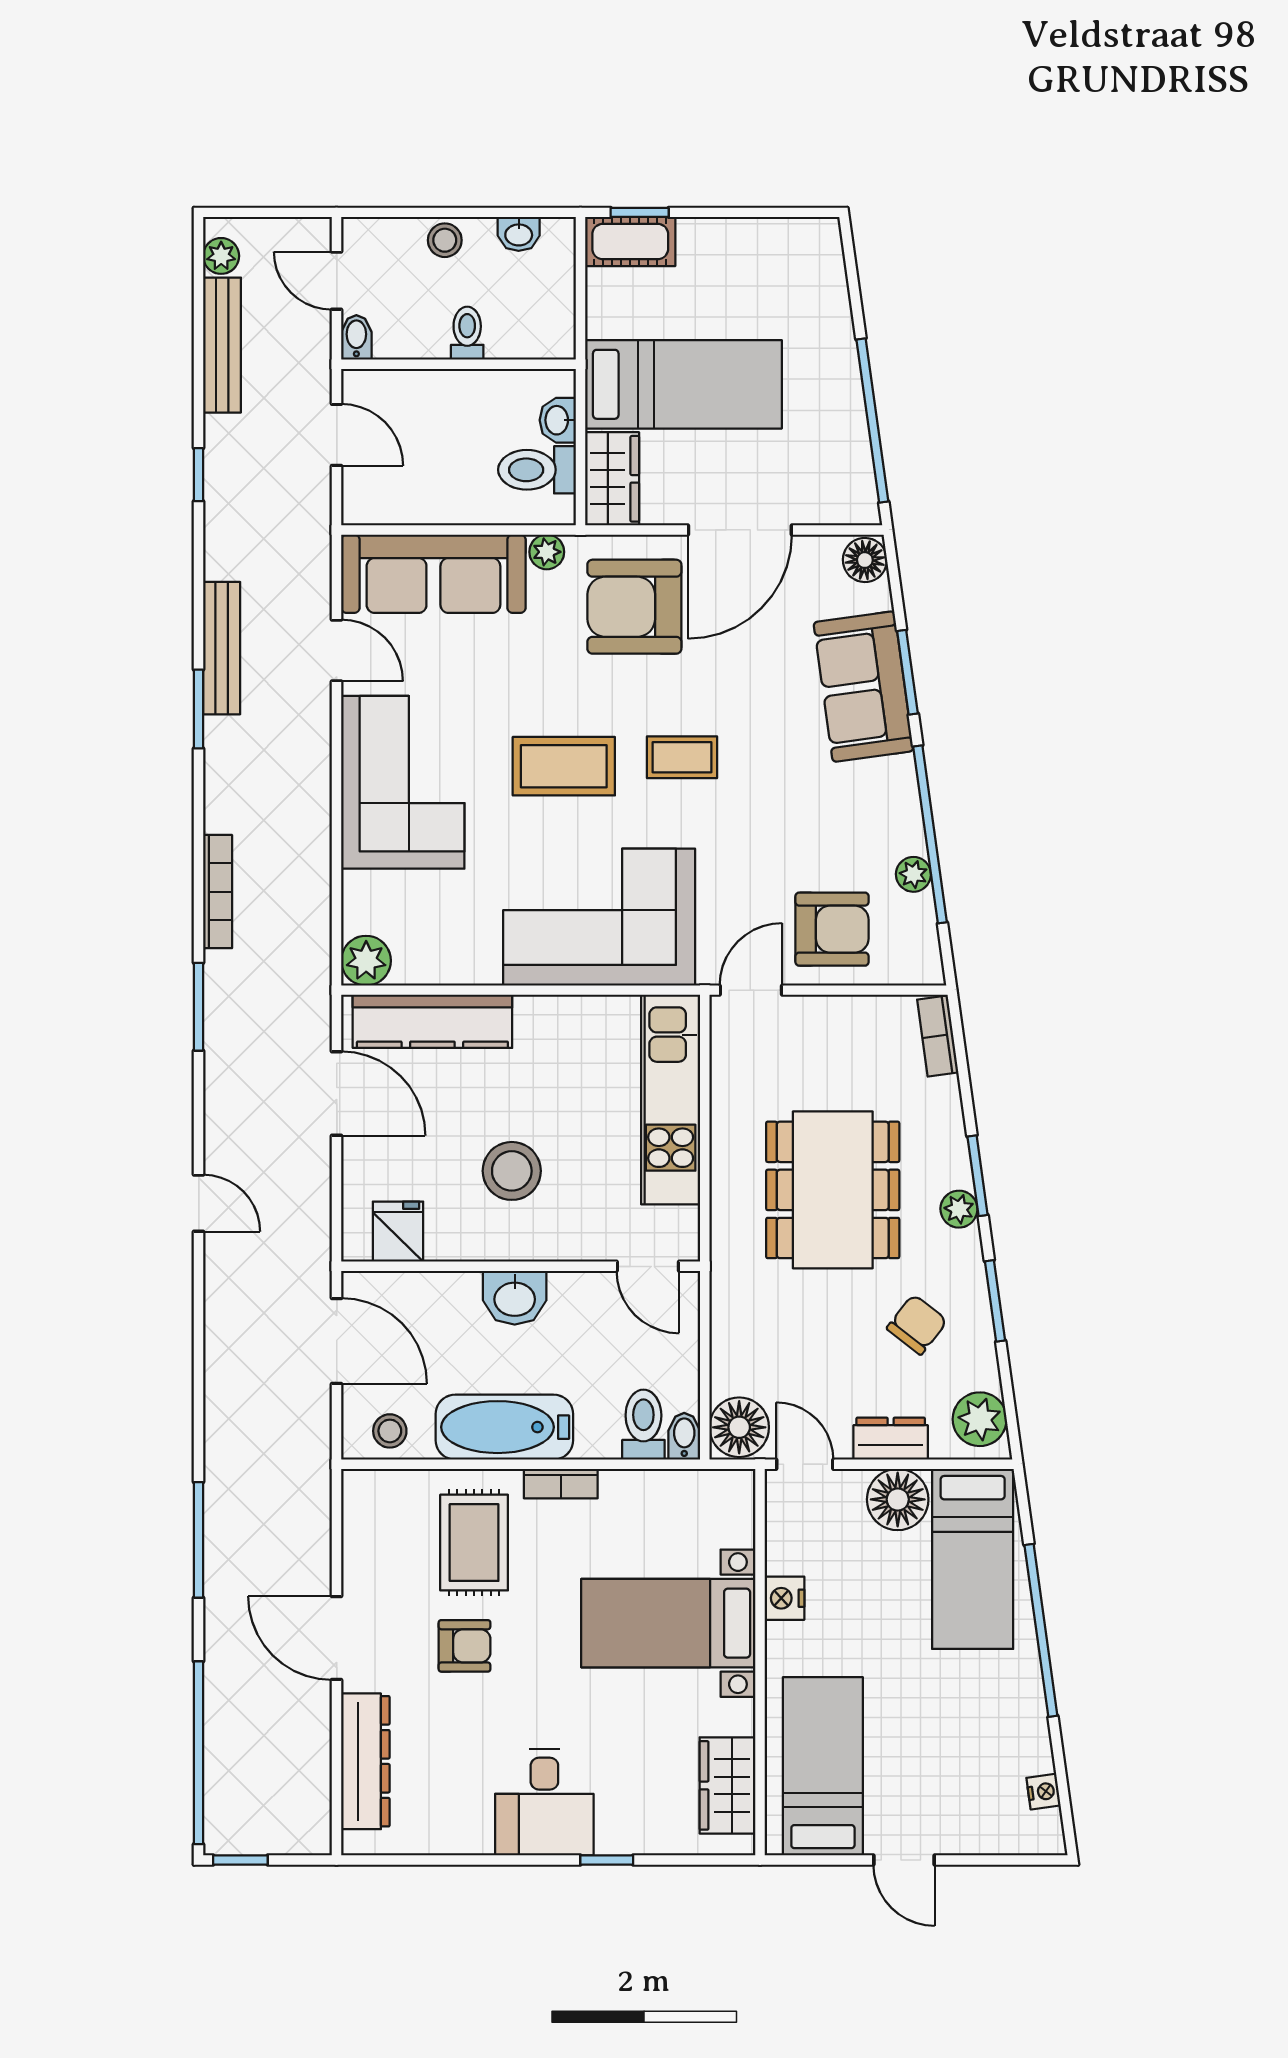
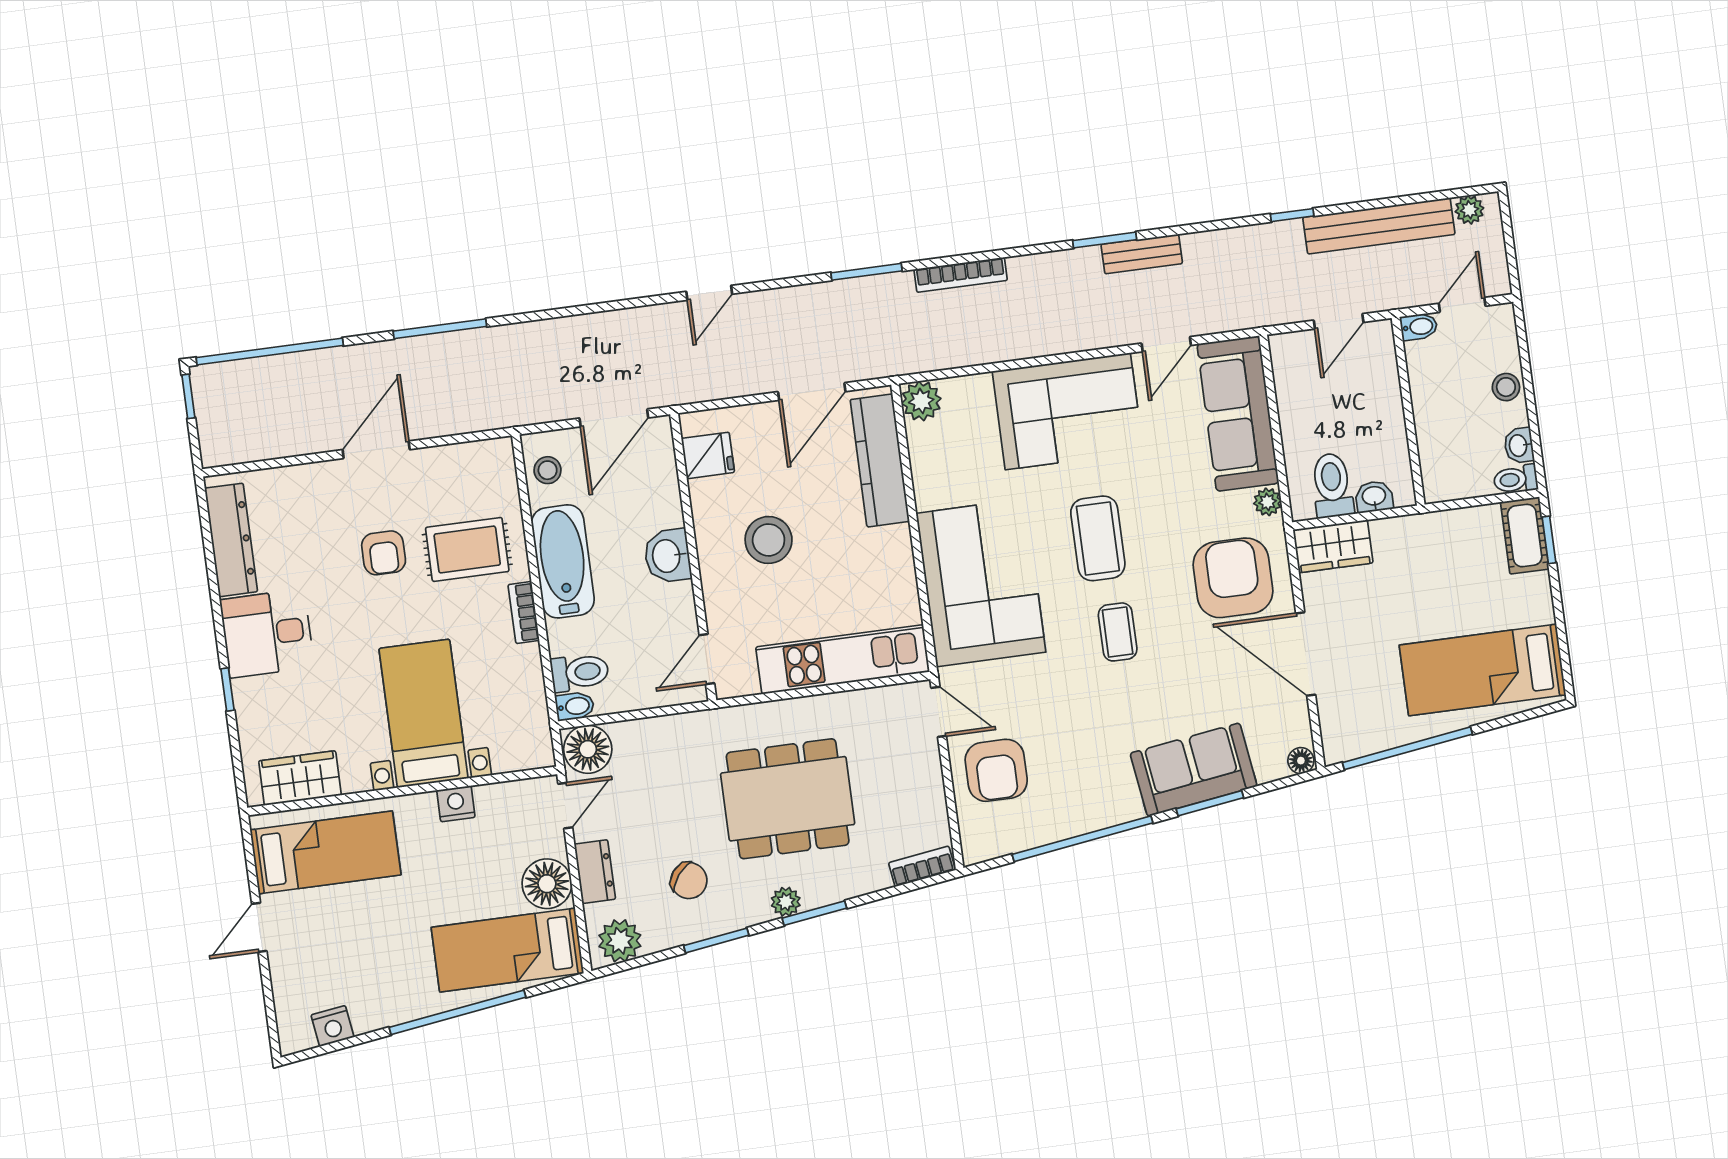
toilet: (467, 333) -> (1516, 479), moved, turned 180
bench: (222, 345) -> (1379, 226), width x1.37, depth x1.21
bed: (683, 384) -> (1483, 670), moved, turned 90
floor lamp: (865, 560) -> (1301, 761), width x0.73, depth x0.73
bench: (222, 648) -> (1142, 254), width x0.73
plant: (913, 874) -> (1049, 830), removed
dresser: (365, 1761) -> (231, 540), moved, turned -90
nightstand: (1043, 1792) -> (332, 1026), width x1.39, depth x1.35

